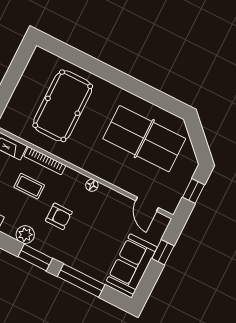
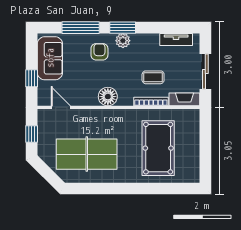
floor lamp: (92, 185) -> (108, 97), width x1.89, depth x1.89
armchair: (59, 216) -> (99, 52), moved, turned 90
plant: (25, 235) -> (123, 41), moved

